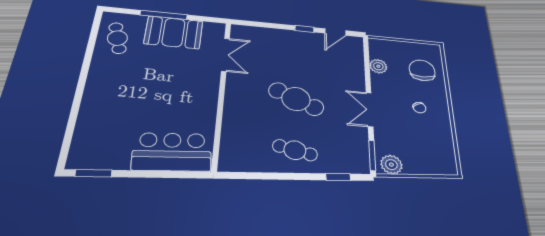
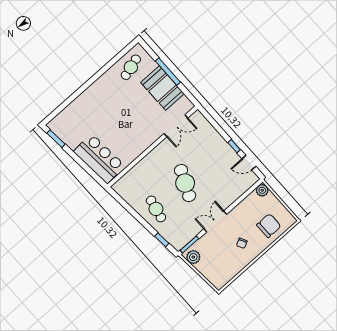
plant: (378, 66) -> (262, 190), moved

